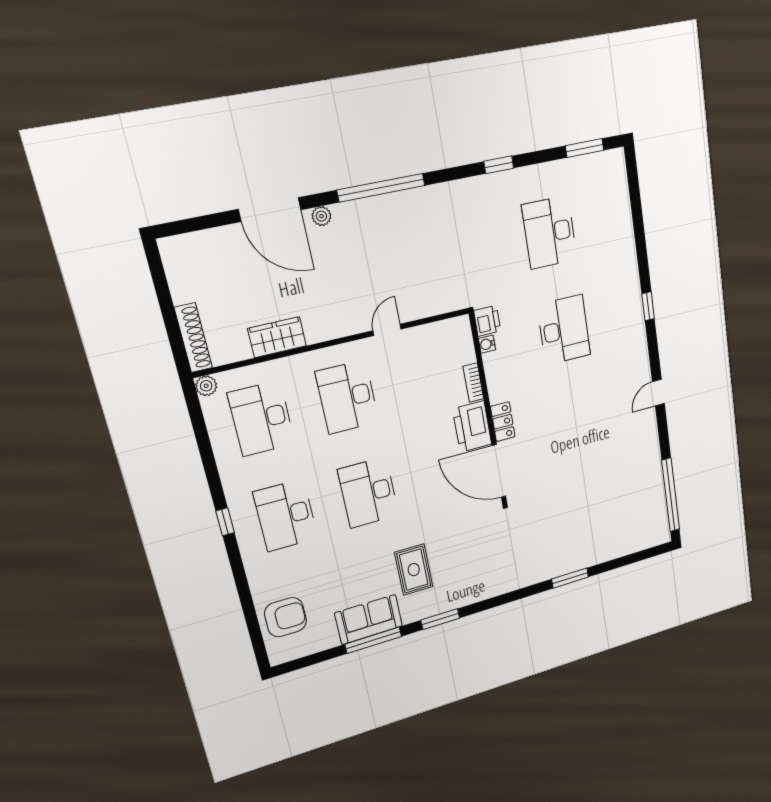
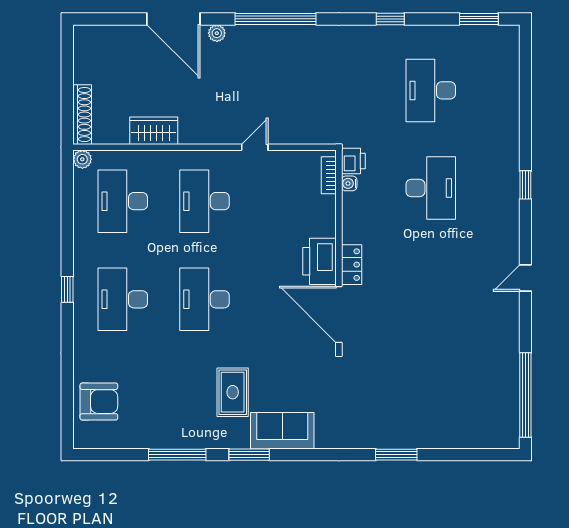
bookcase: (473, 383) -> (329, 175), moved
sofa: (369, 619) -> (282, 431), moved

